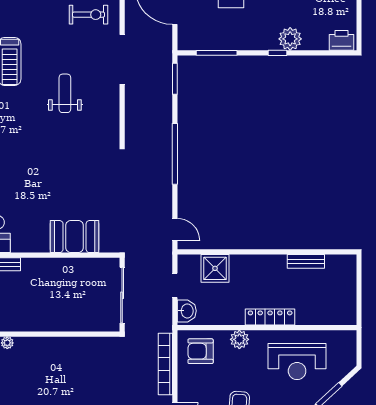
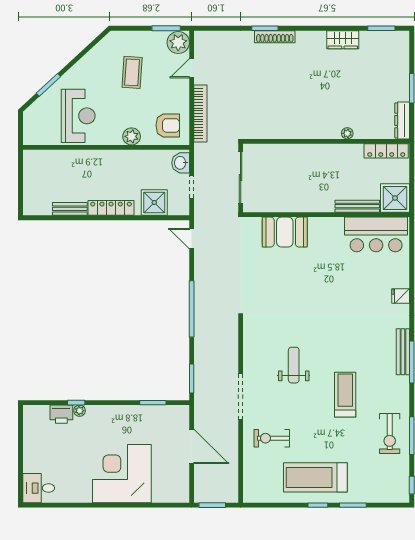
plant: (290, 39) -> (80, 411), width x0.53, depth x0.53
printer: (341, 40) -> (61, 414), moved
window: (217, 53) -> (153, 403), width x0.69
window: (277, 53) -> (76, 403), moved
weight bench: (65, 93) -> (294, 365), turned 180
locker: (270, 317) -> (111, 208), moved, turned 180
reception desk: (297, 362) -> (78, 116), turned 90

